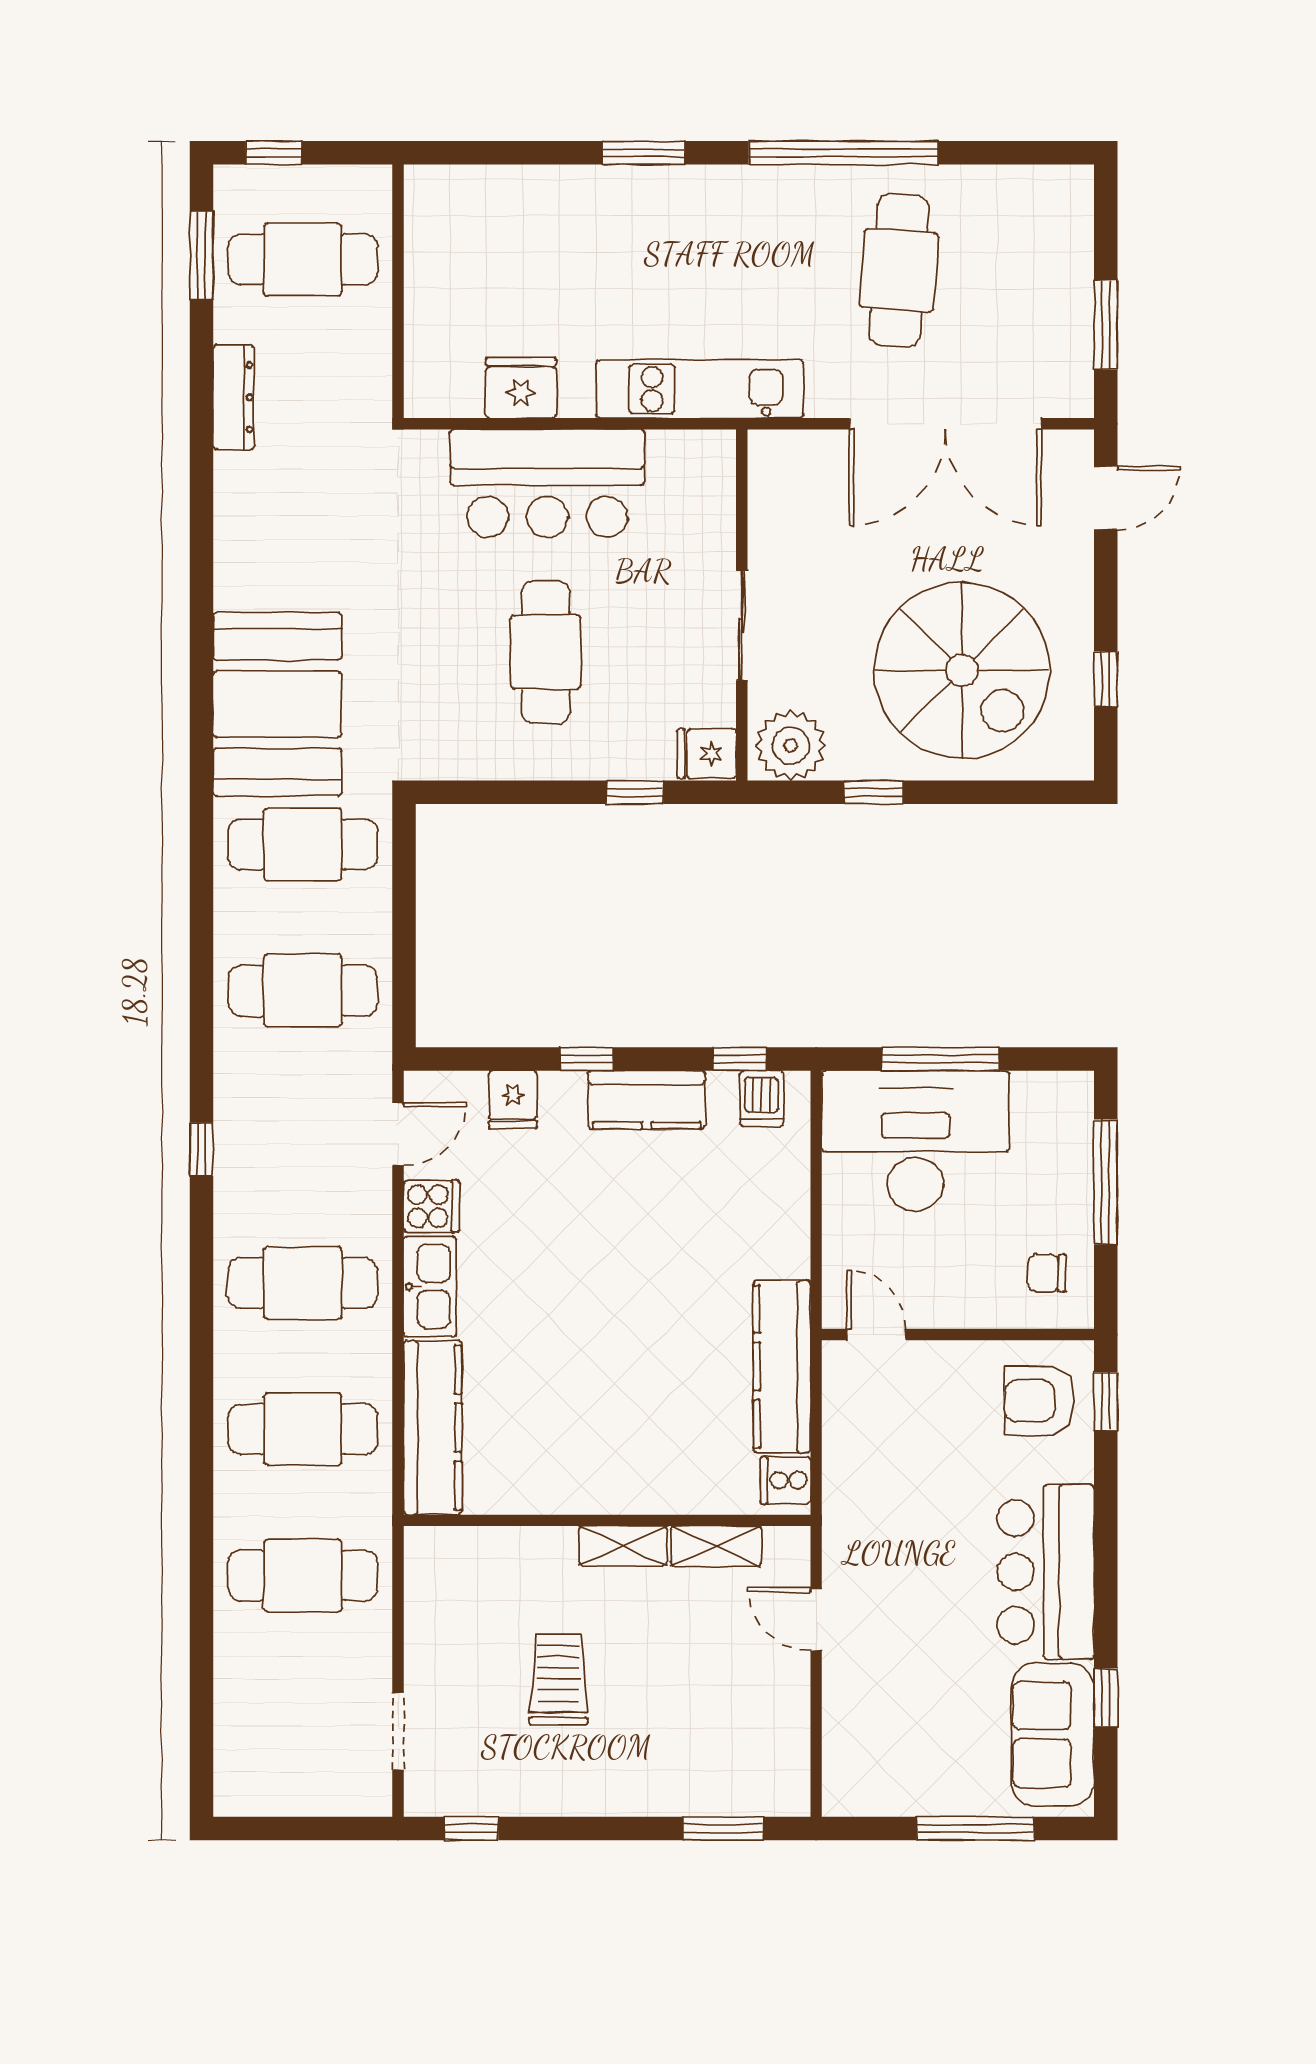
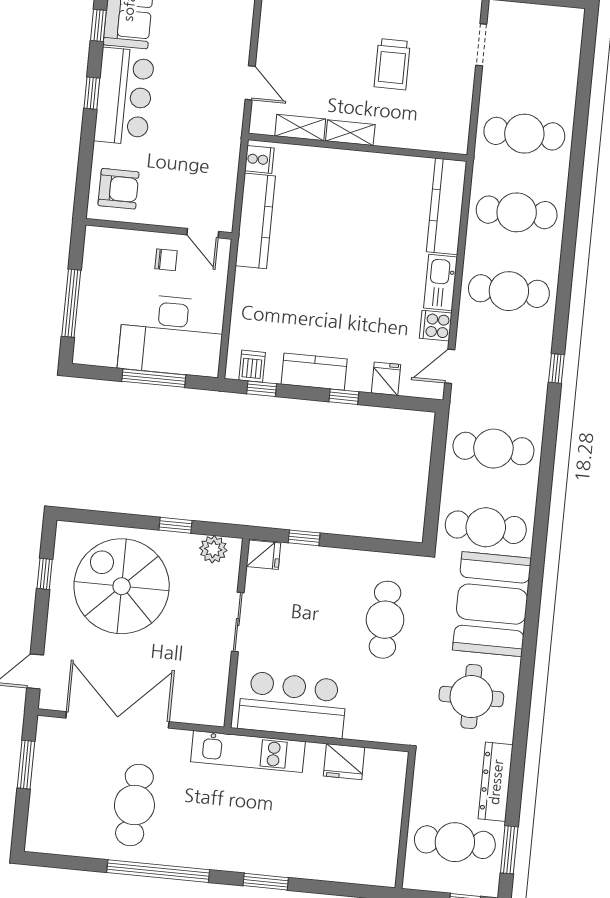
dresser: (234, 397) -> (496, 782), width x1.37, depth x1.24
bar counter: (547, 483) -> (292, 705), moved
round table: (299, 530) -> (471, 697), added
cafe table: (546, 652) -> (385, 620), moved
plant: (791, 745) -> (213, 549), width x0.73, depth x0.73
chair: (1047, 1273) -> (166, 260), moved
window: (1106, 1401) -> (92, 93), moved

